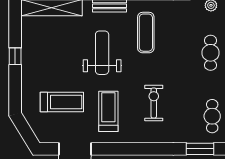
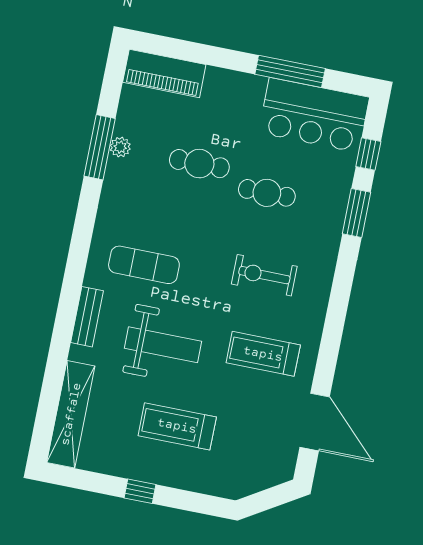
weight bench: (102, 53) -> (163, 345), turned 180
treadmill: (62, 102) -> (177, 426), moved, turned -90
cafe table: (212, 116) -> (267, 193), moved

